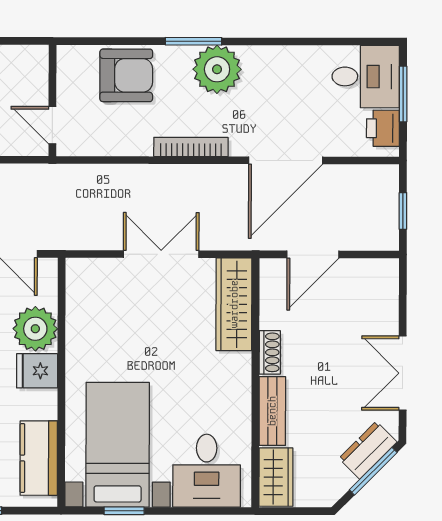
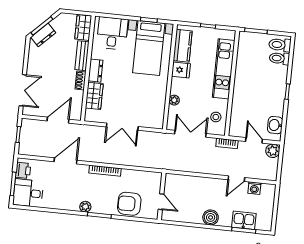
plant: (217, 69) -> (85, 207), width x0.53, depth x0.53
door: (52, 125) -> (161, 202), moved
door: (286, 160) -> (66, 161), width x0.73
wardrobe: (234, 304) -> (94, 96), width x0.67
plant: (35, 329) -> (174, 100), width x0.53, depth x0.53
fridge: (37, 371) -> (181, 70), moved
double door: (403, 373) -> (23, 90), moved
dresser: (237, 379) -> (96, 71), added

